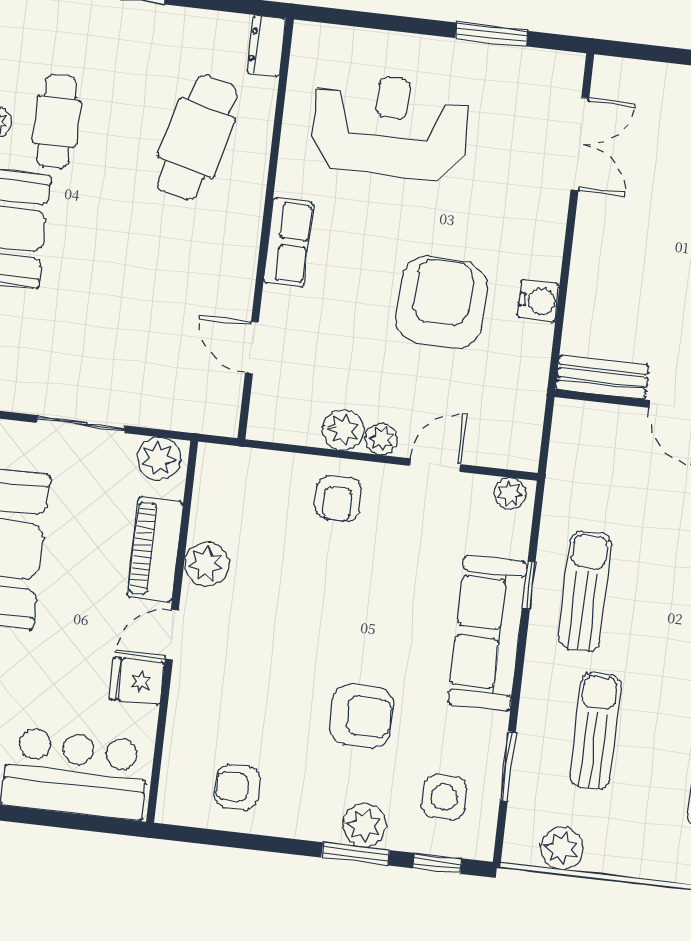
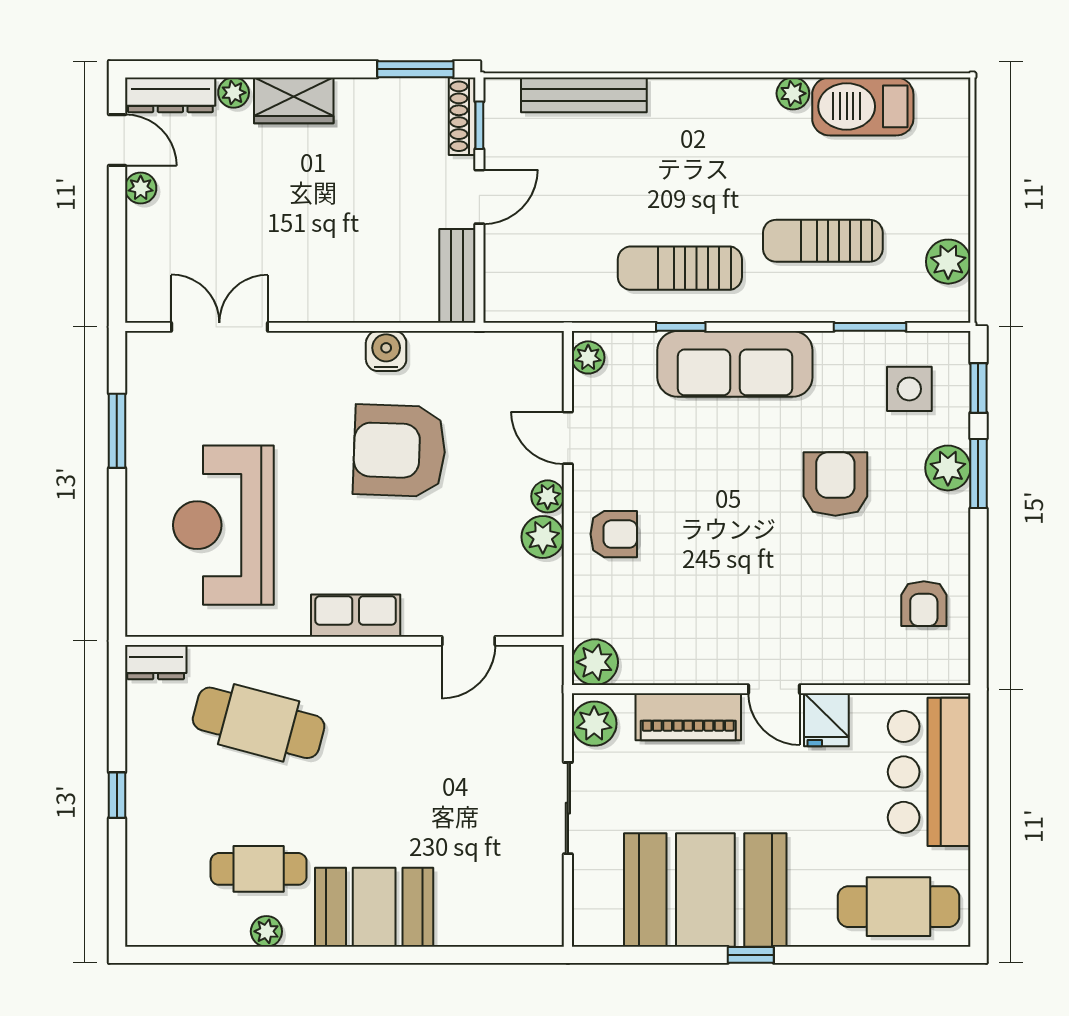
plant: (206, 564) -> (595, 662), moved

